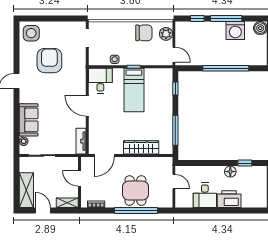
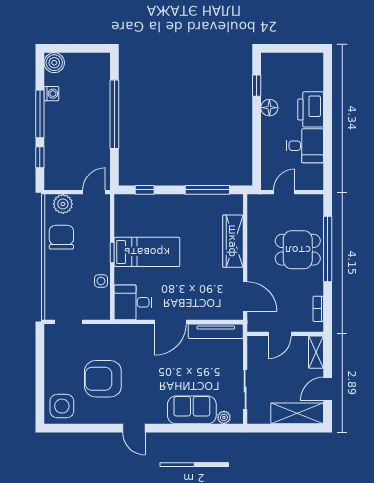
washing machine: (235, 31) -> (51, 94), width x0.53, depth x0.53
tv unit: (81, 141) -> (216, 331), width x1.41

